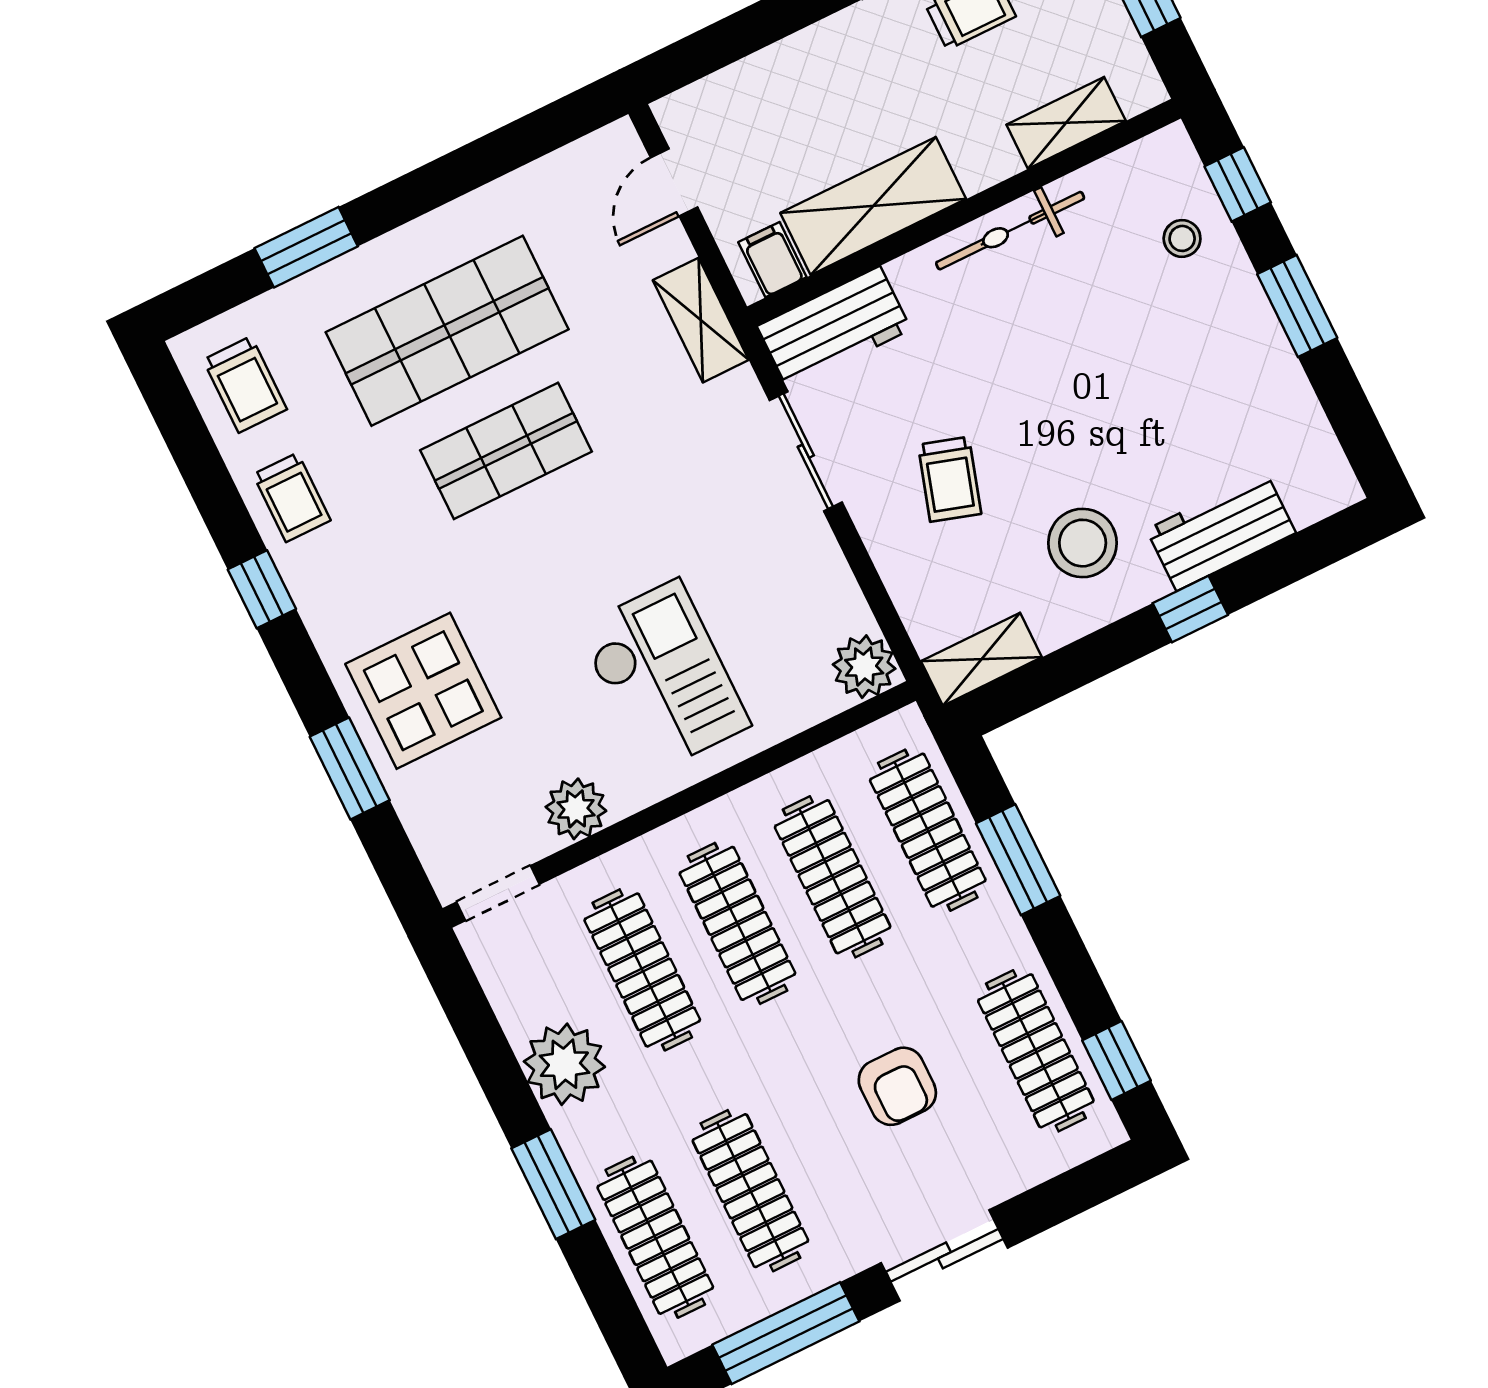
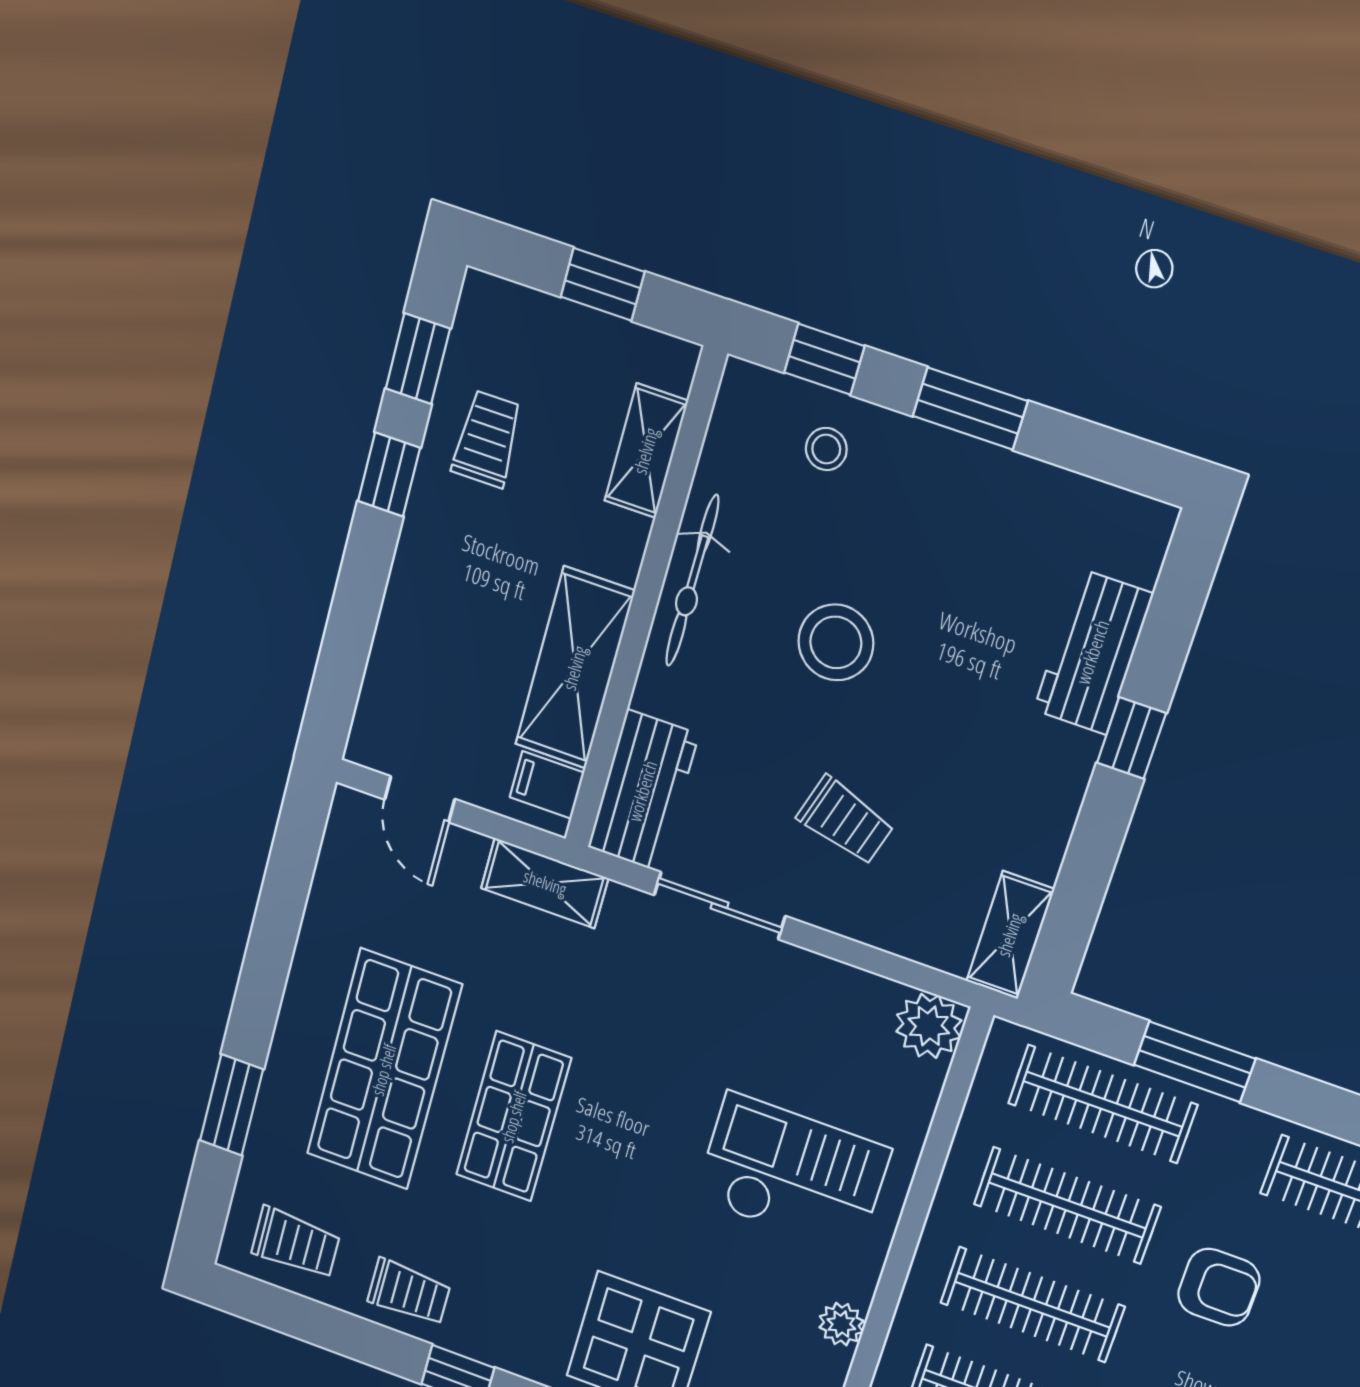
stool: (1083, 543) -> (836, 642), moved
plant: (576, 809) -> (841, 1324), width x0.73, depth x0.73
armchair: (897, 1086) -> (1219, 1287), moved

